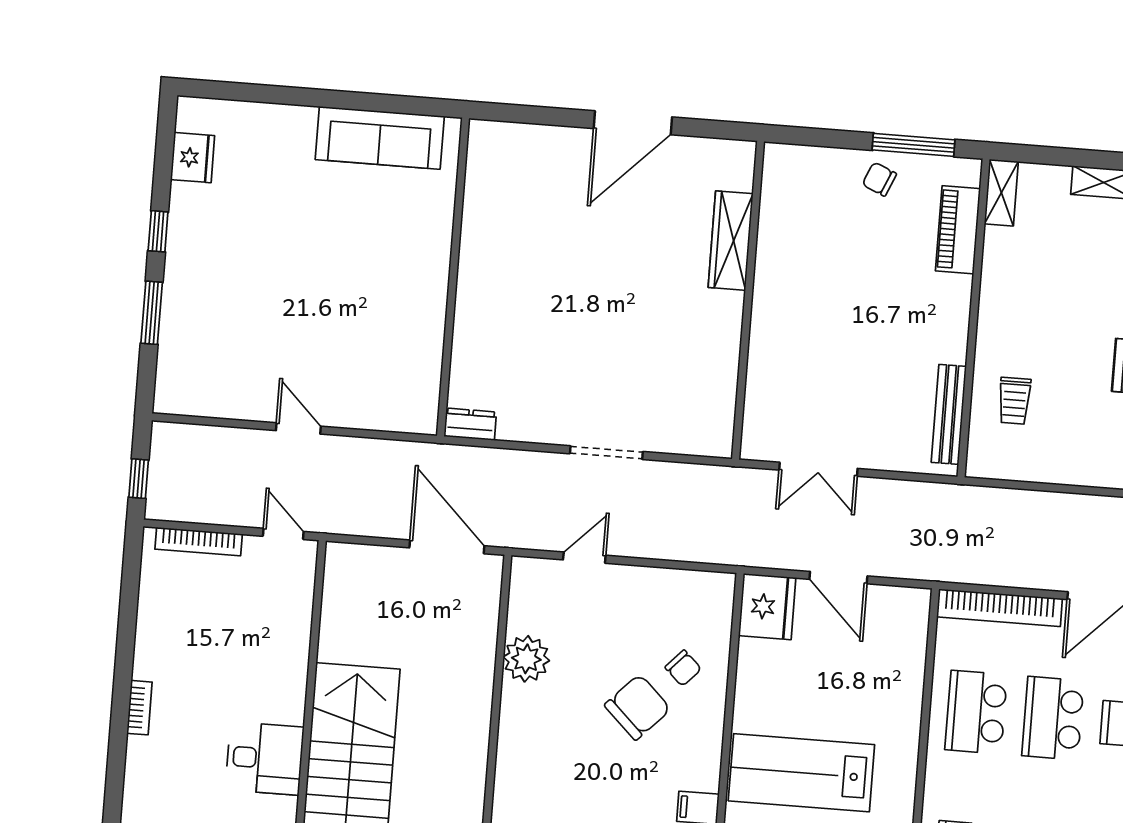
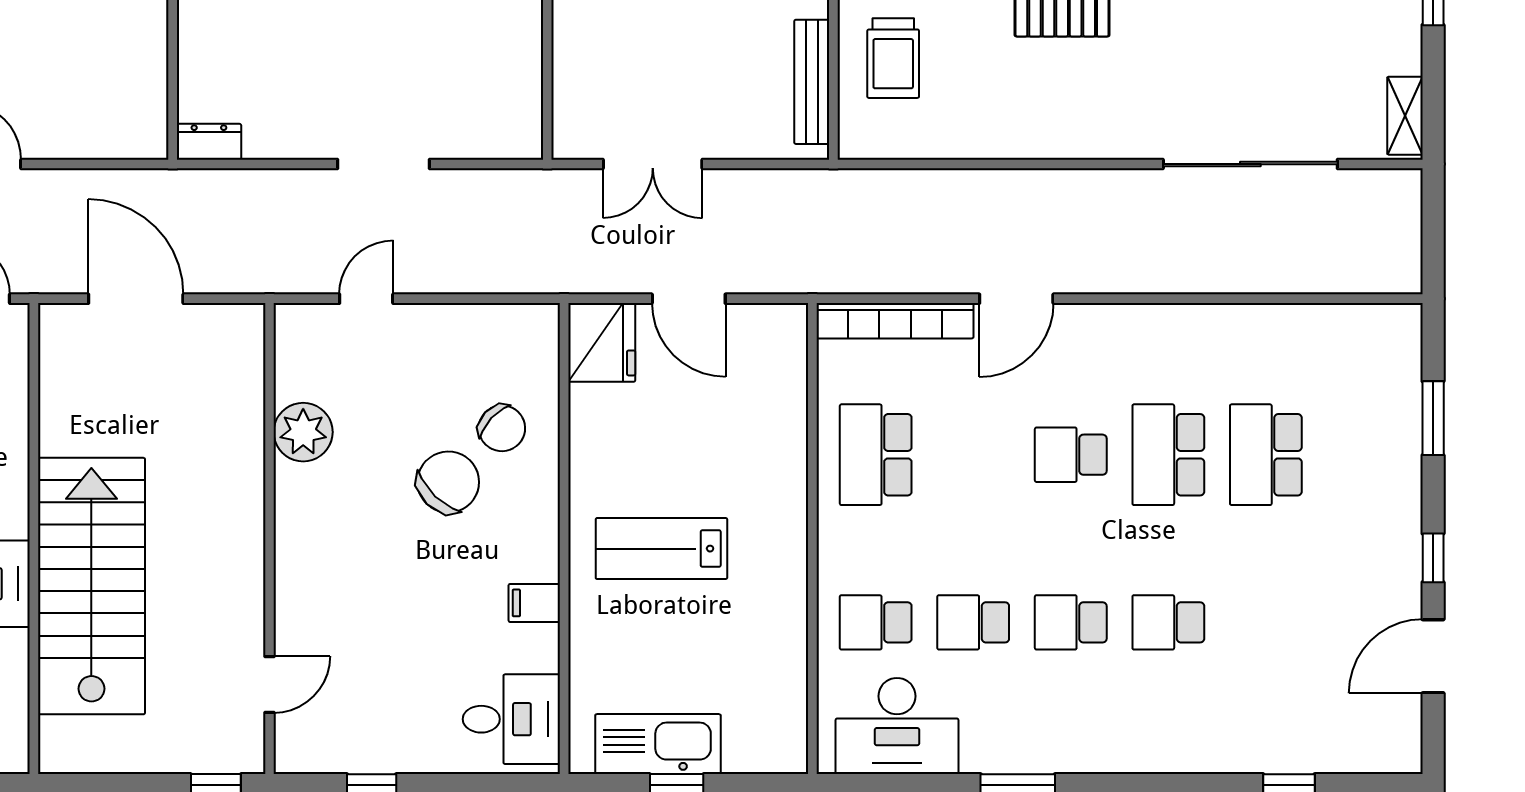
trolley: (1014, 401) -> (893, 58), width x1.36, depth x1.39
door: (447, 547) -> (136, 299), moved
chair: (683, 668) -> (502, 428), width x1.37, depth x1.37
school desk: (1053, 718) -> (973, 455), removed
lab bench: (801, 773) -> (661, 549), width x0.73, depth x0.72

